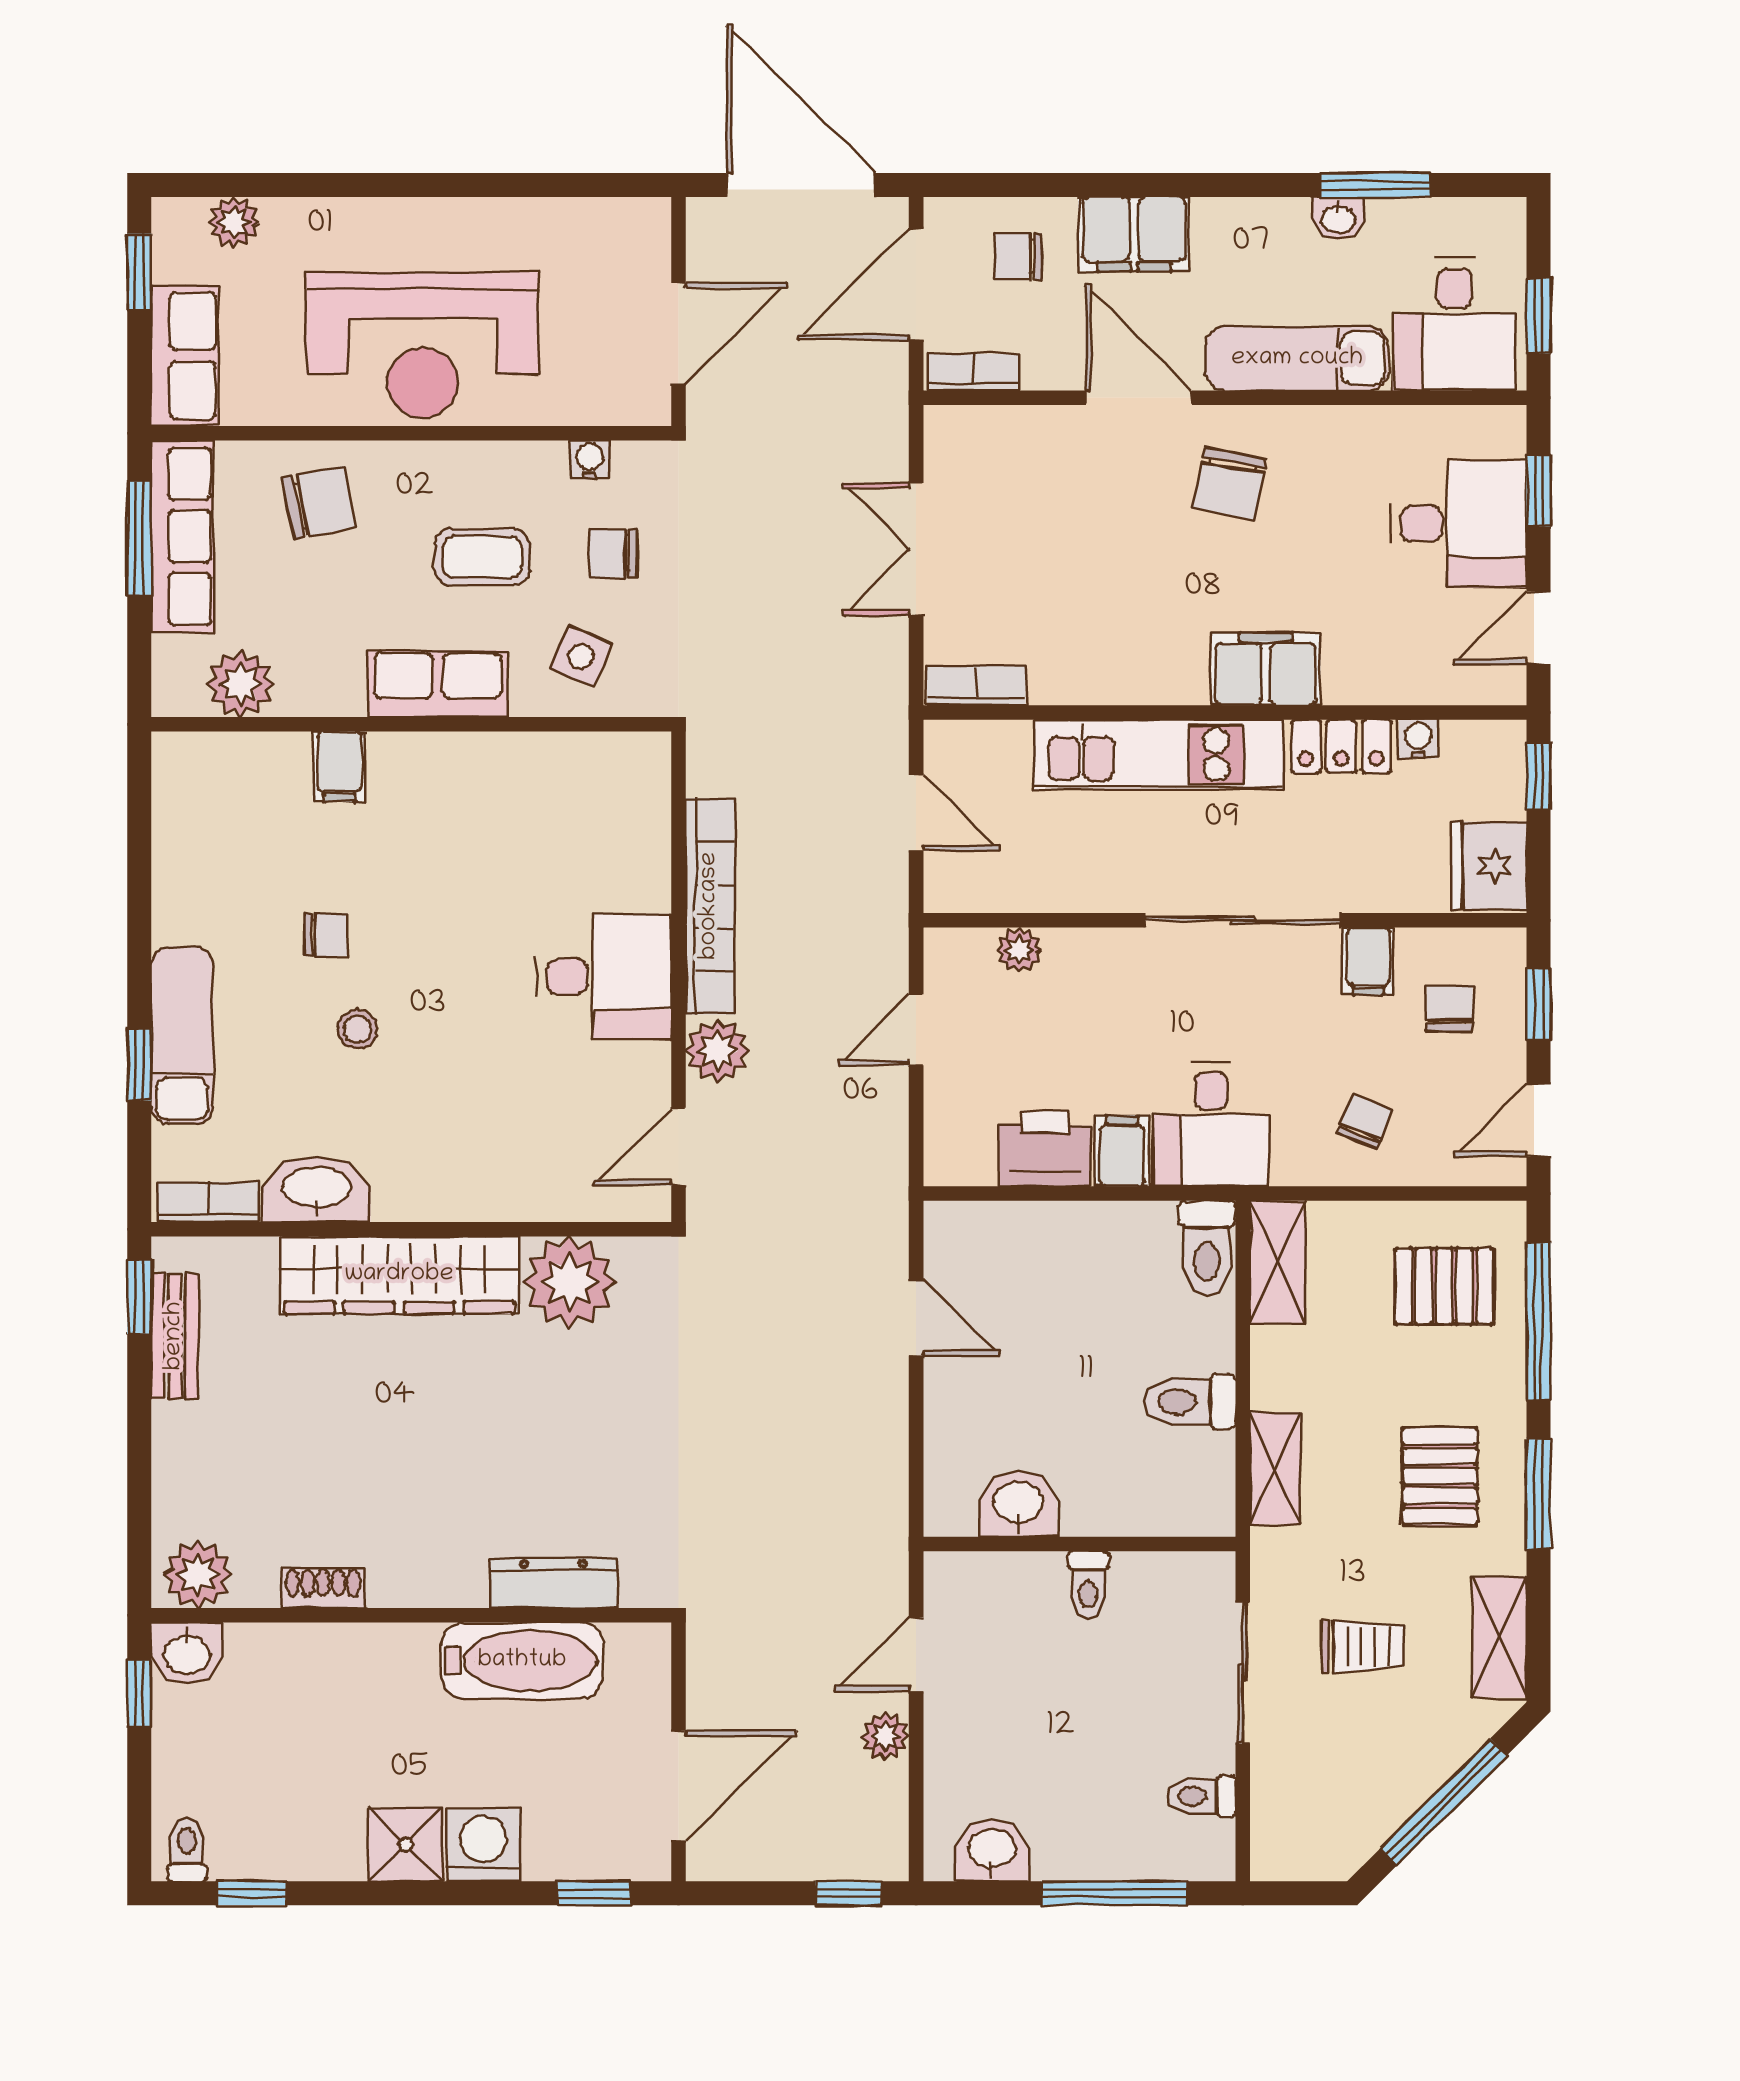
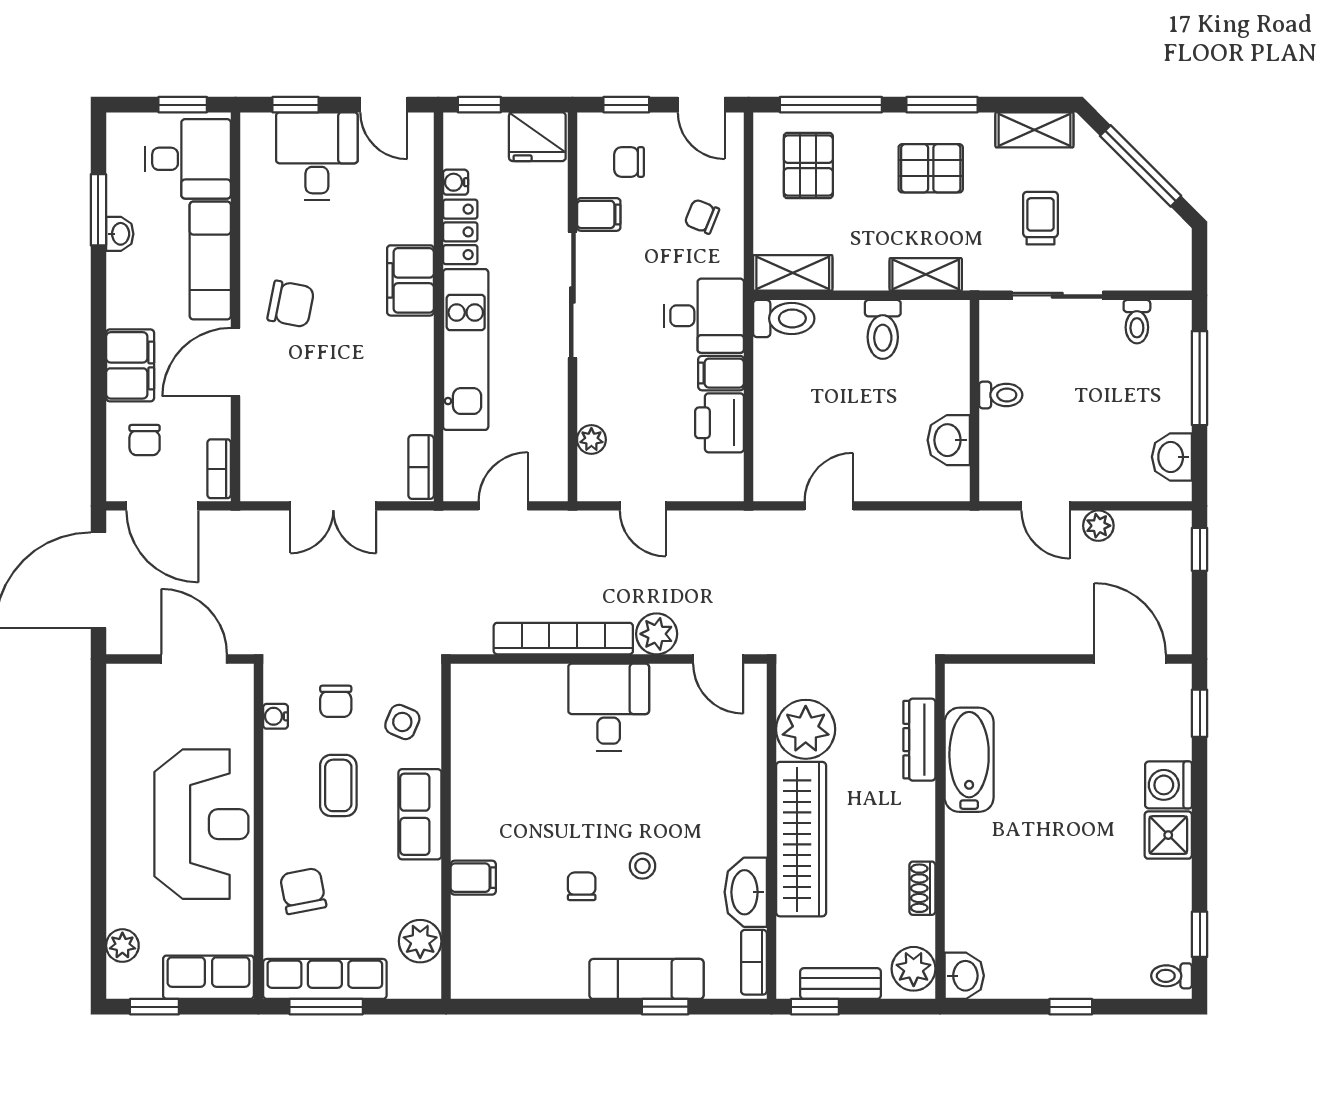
plant: (198, 1574) -> (914, 969), moved
dresser: (553, 1583) -> (919, 740), moved
shoe rack: (323, 1588) -> (922, 888), moved
wall: (411, 1615) -> (940, 831), moved
washbasin: (187, 1653) -> (964, 976), moved
bathtub: (522, 1661) -> (969, 760), moved

